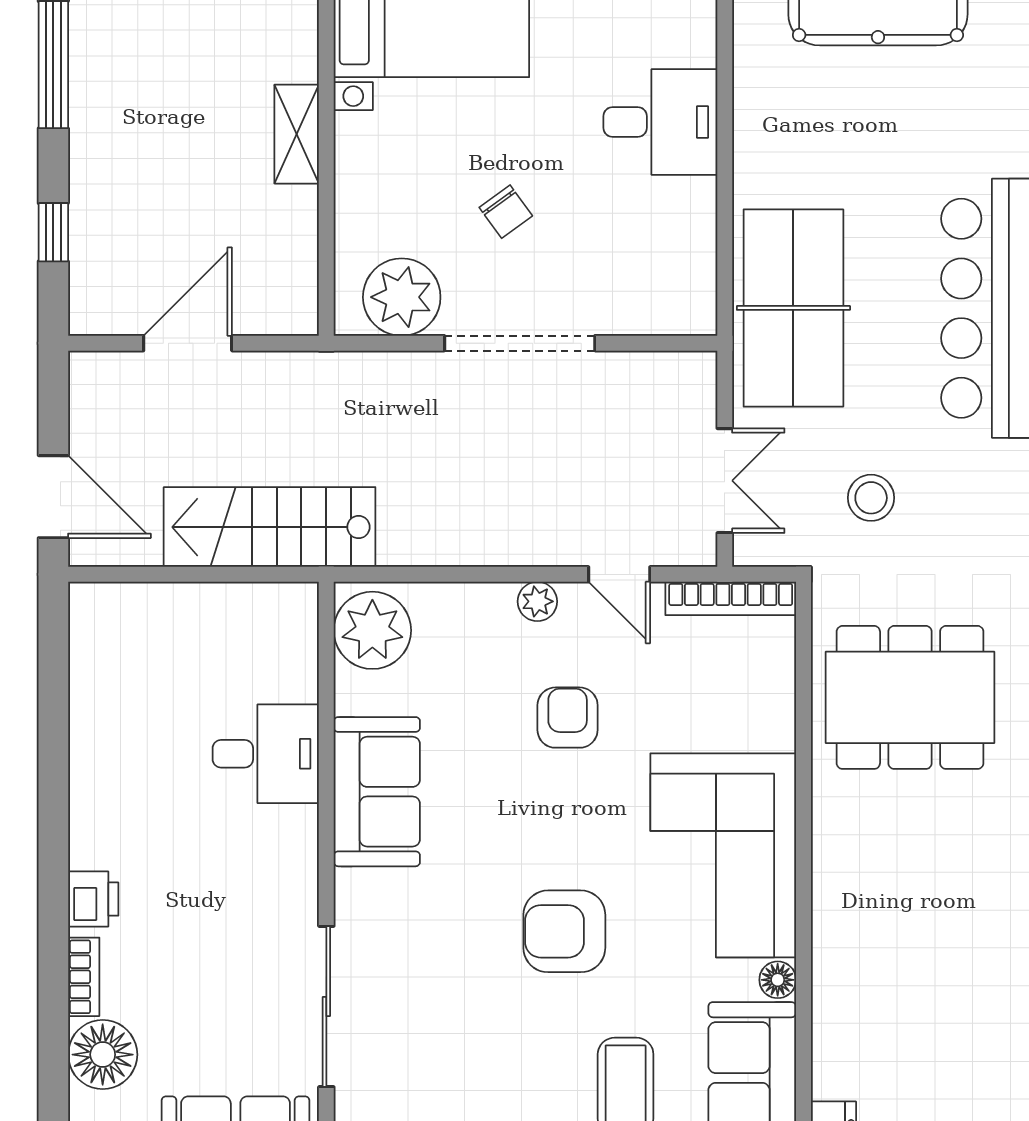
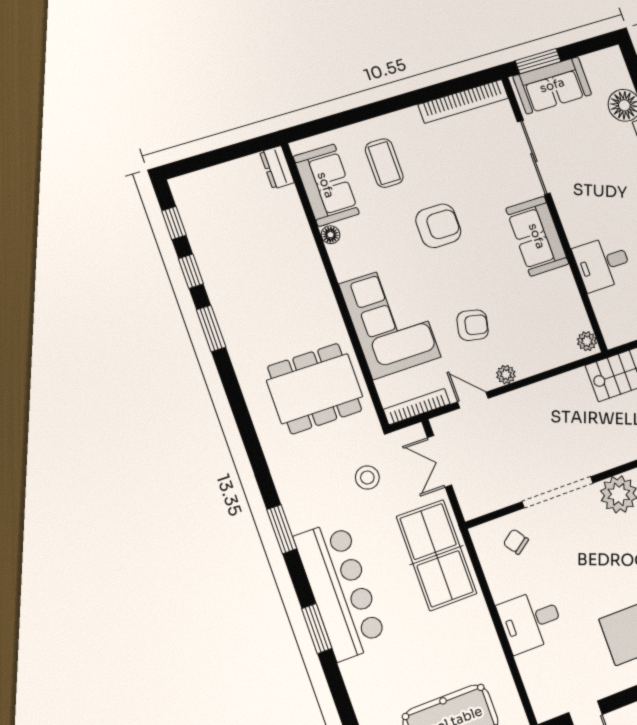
chair: (506, 212) -> (516, 542), moved
plant: (372, 630) -> (587, 341), width x0.53, depth x0.53
armchair: (568, 718) -> (473, 325), turned -78
sofa: (377, 792) -> (537, 236), moved
corner sofa: (723, 855) -> (390, 321), moved

